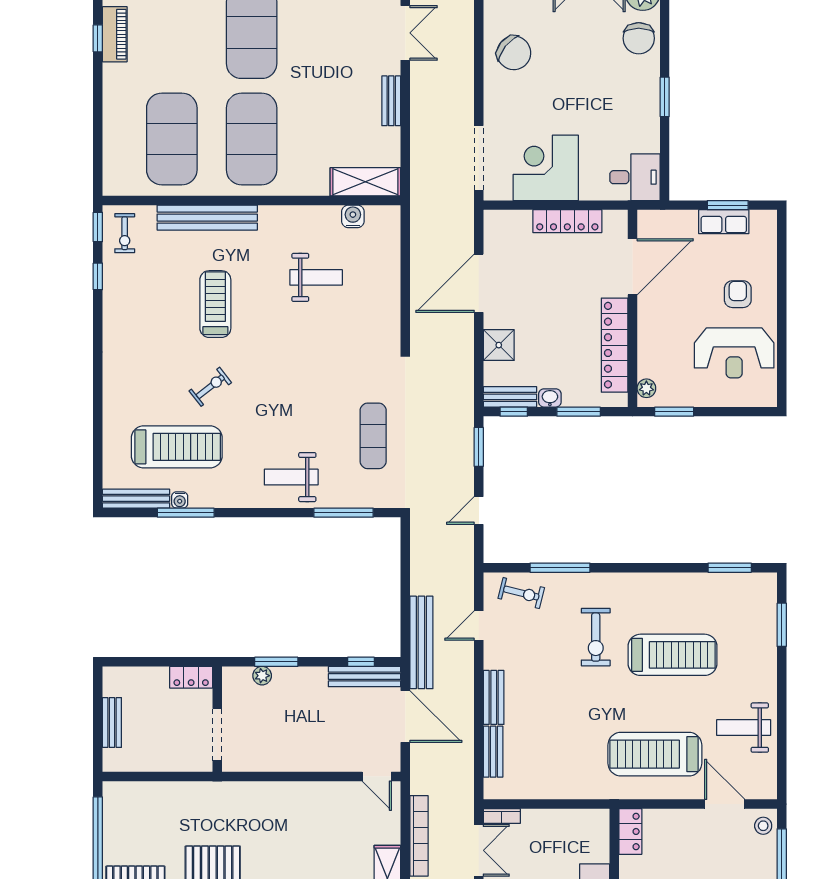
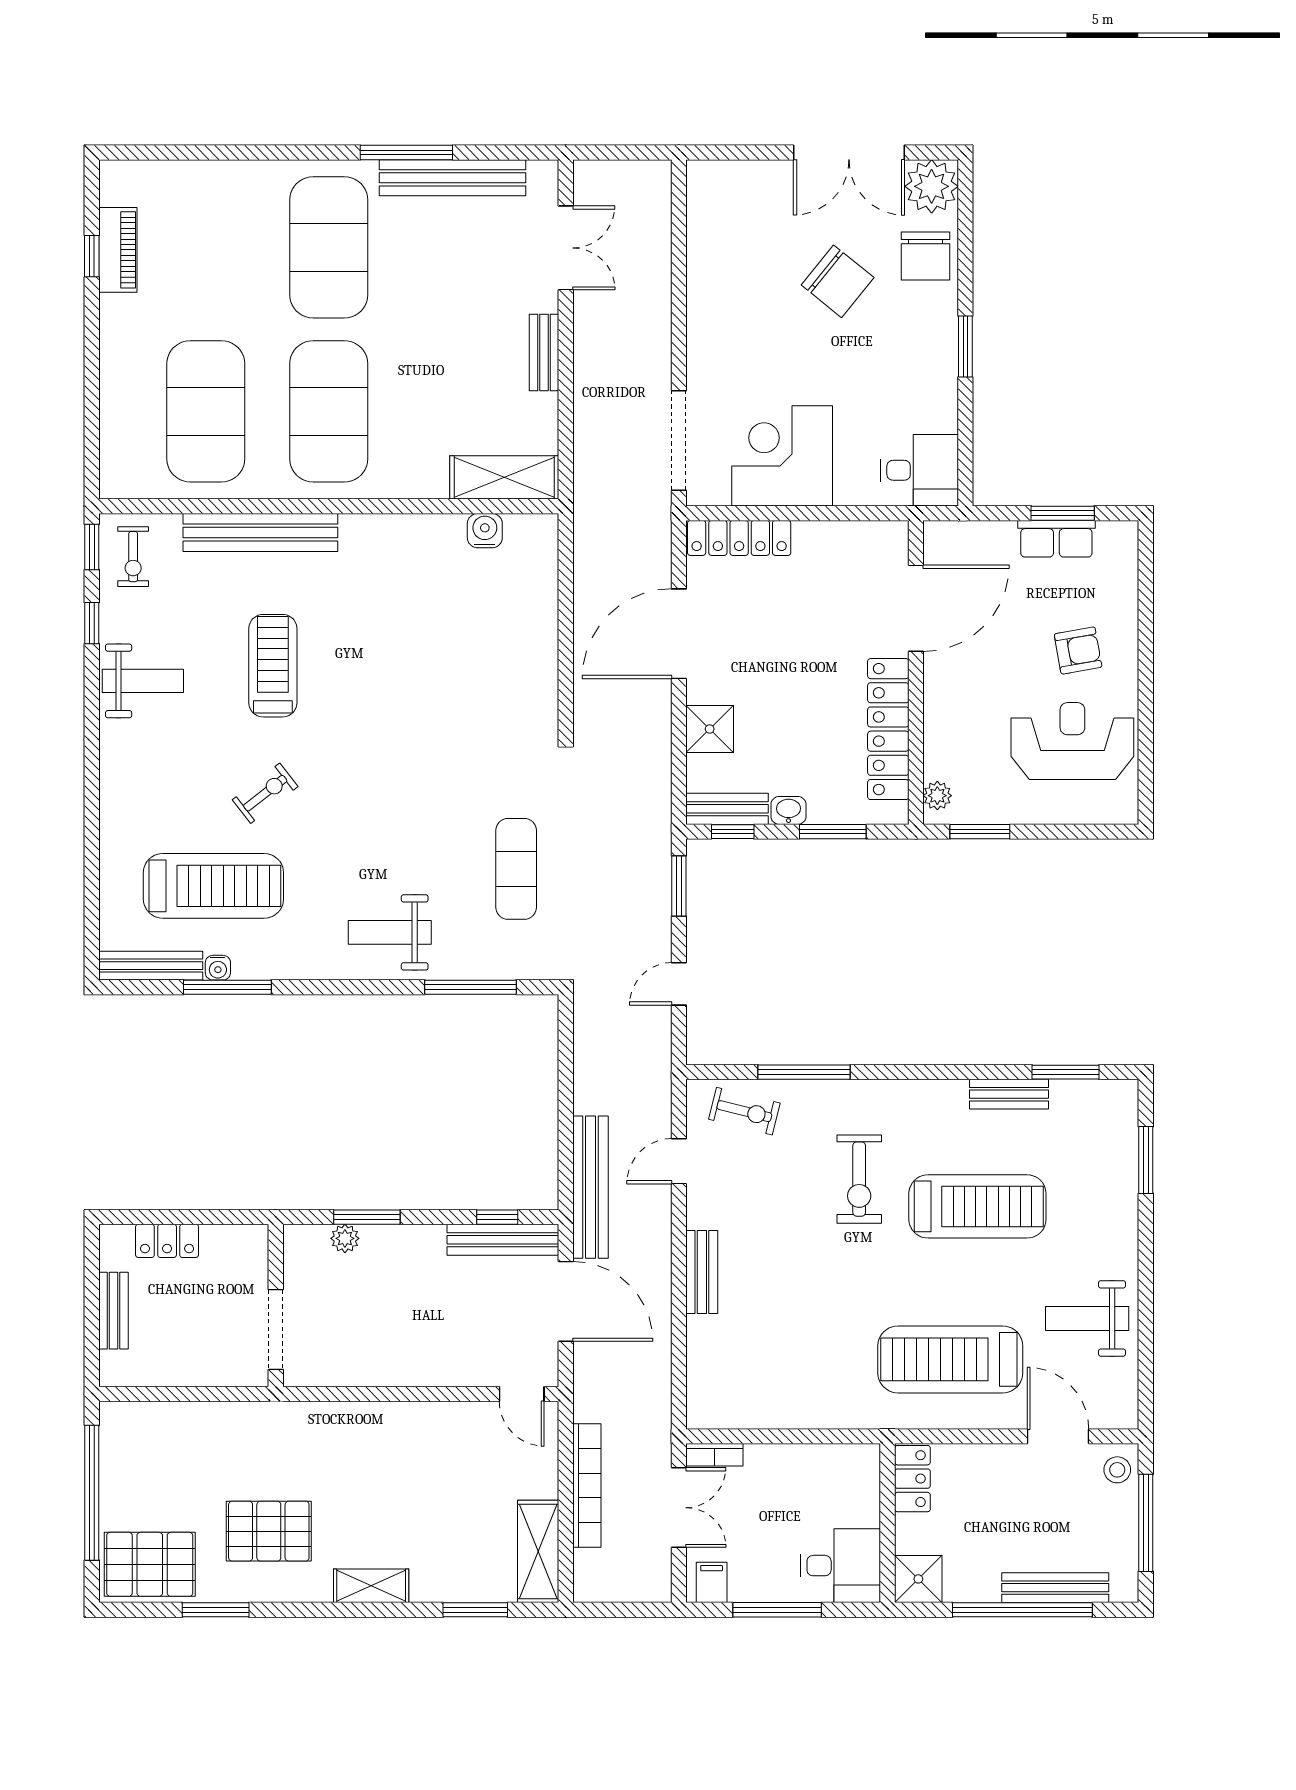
chair: (514, 53) -> (838, 281), moved
locker: (567, 221) -> (739, 538), moved
weight bench: (316, 277) -> (143, 681), moved
armchair: (738, 294) -> (1078, 651), turned 80
reception desk: (734, 353) -> (1072, 741), turned 180
locker: (191, 677) -> (167, 1241), moved
bench: (493, 752) -> (1009, 1094), moved, turned 90

